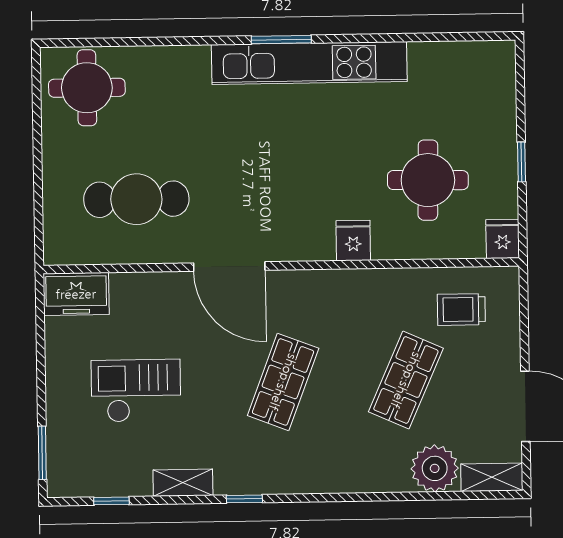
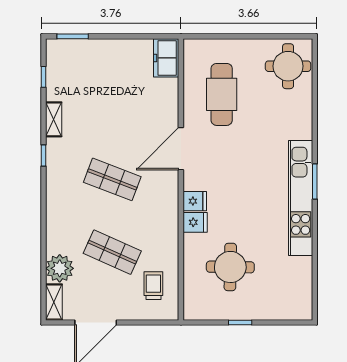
fridge: (503, 239) -> (195, 201), moved
checkout: (136, 391) -> (108, 92), removed

